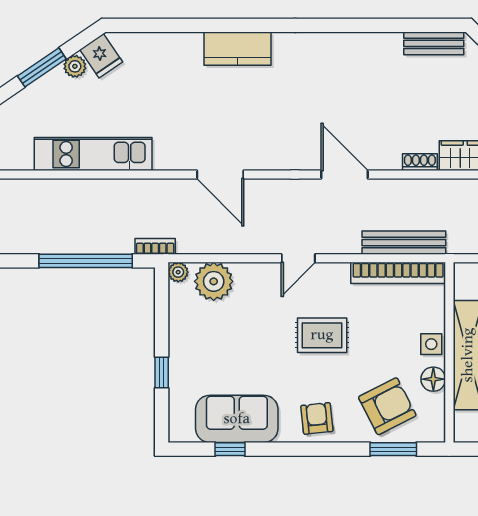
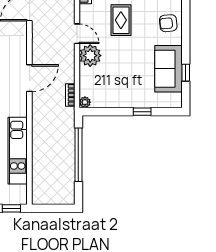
bookcase: (155, 246) -> (70, 95), moved
plant: (214, 281) -> (90, 56), moved

